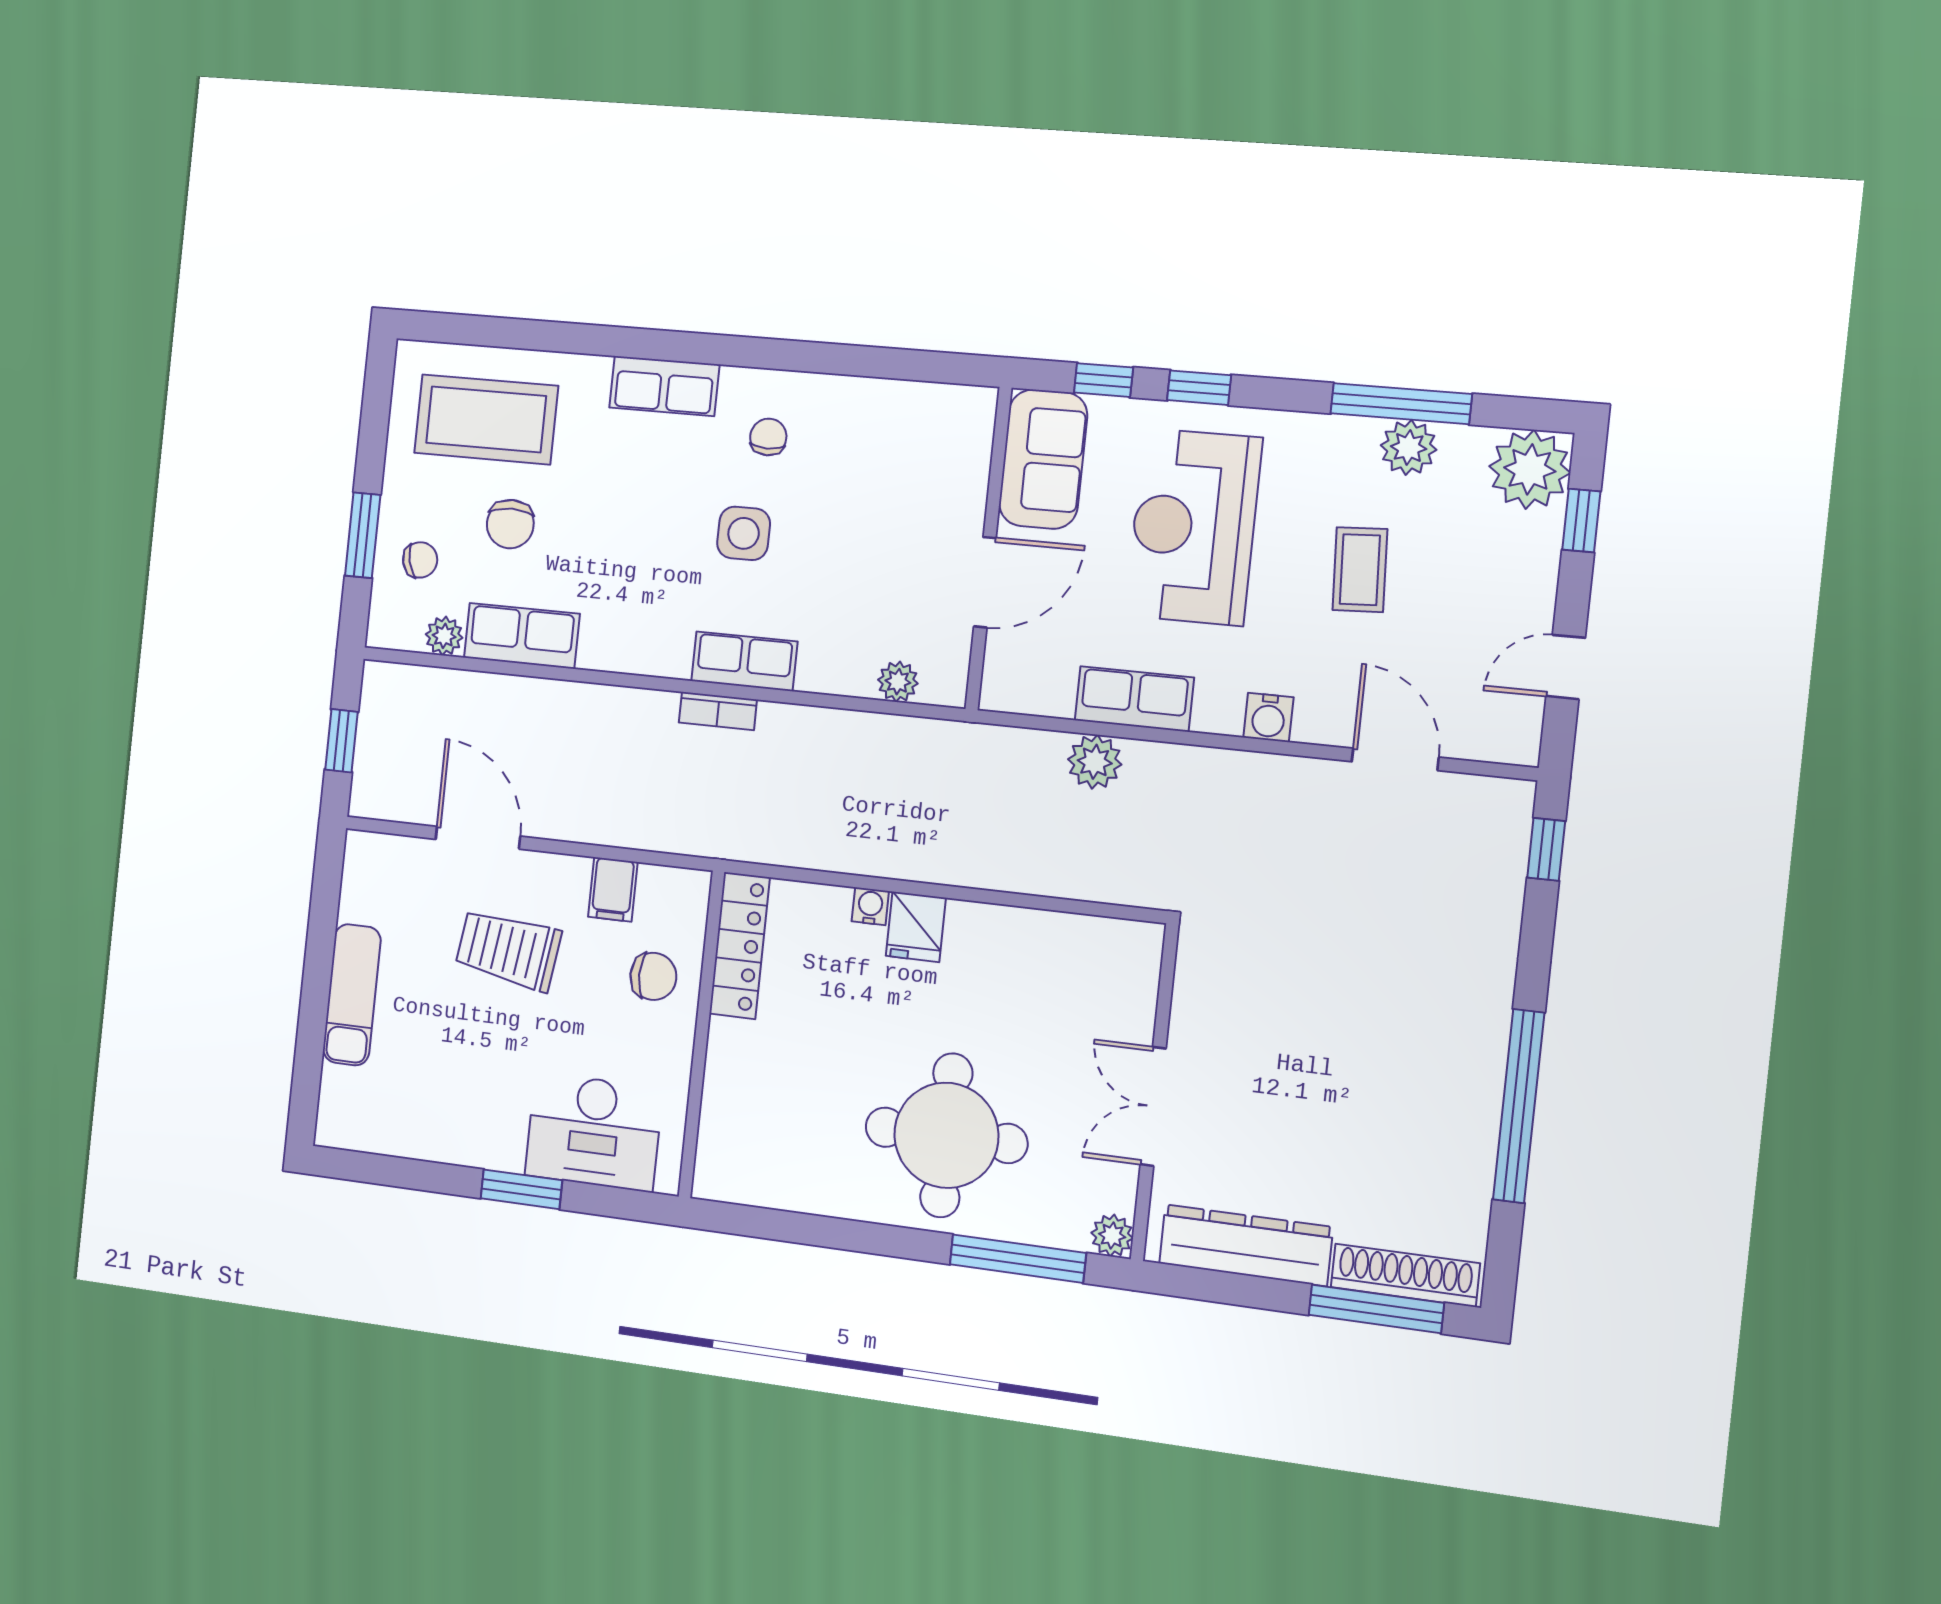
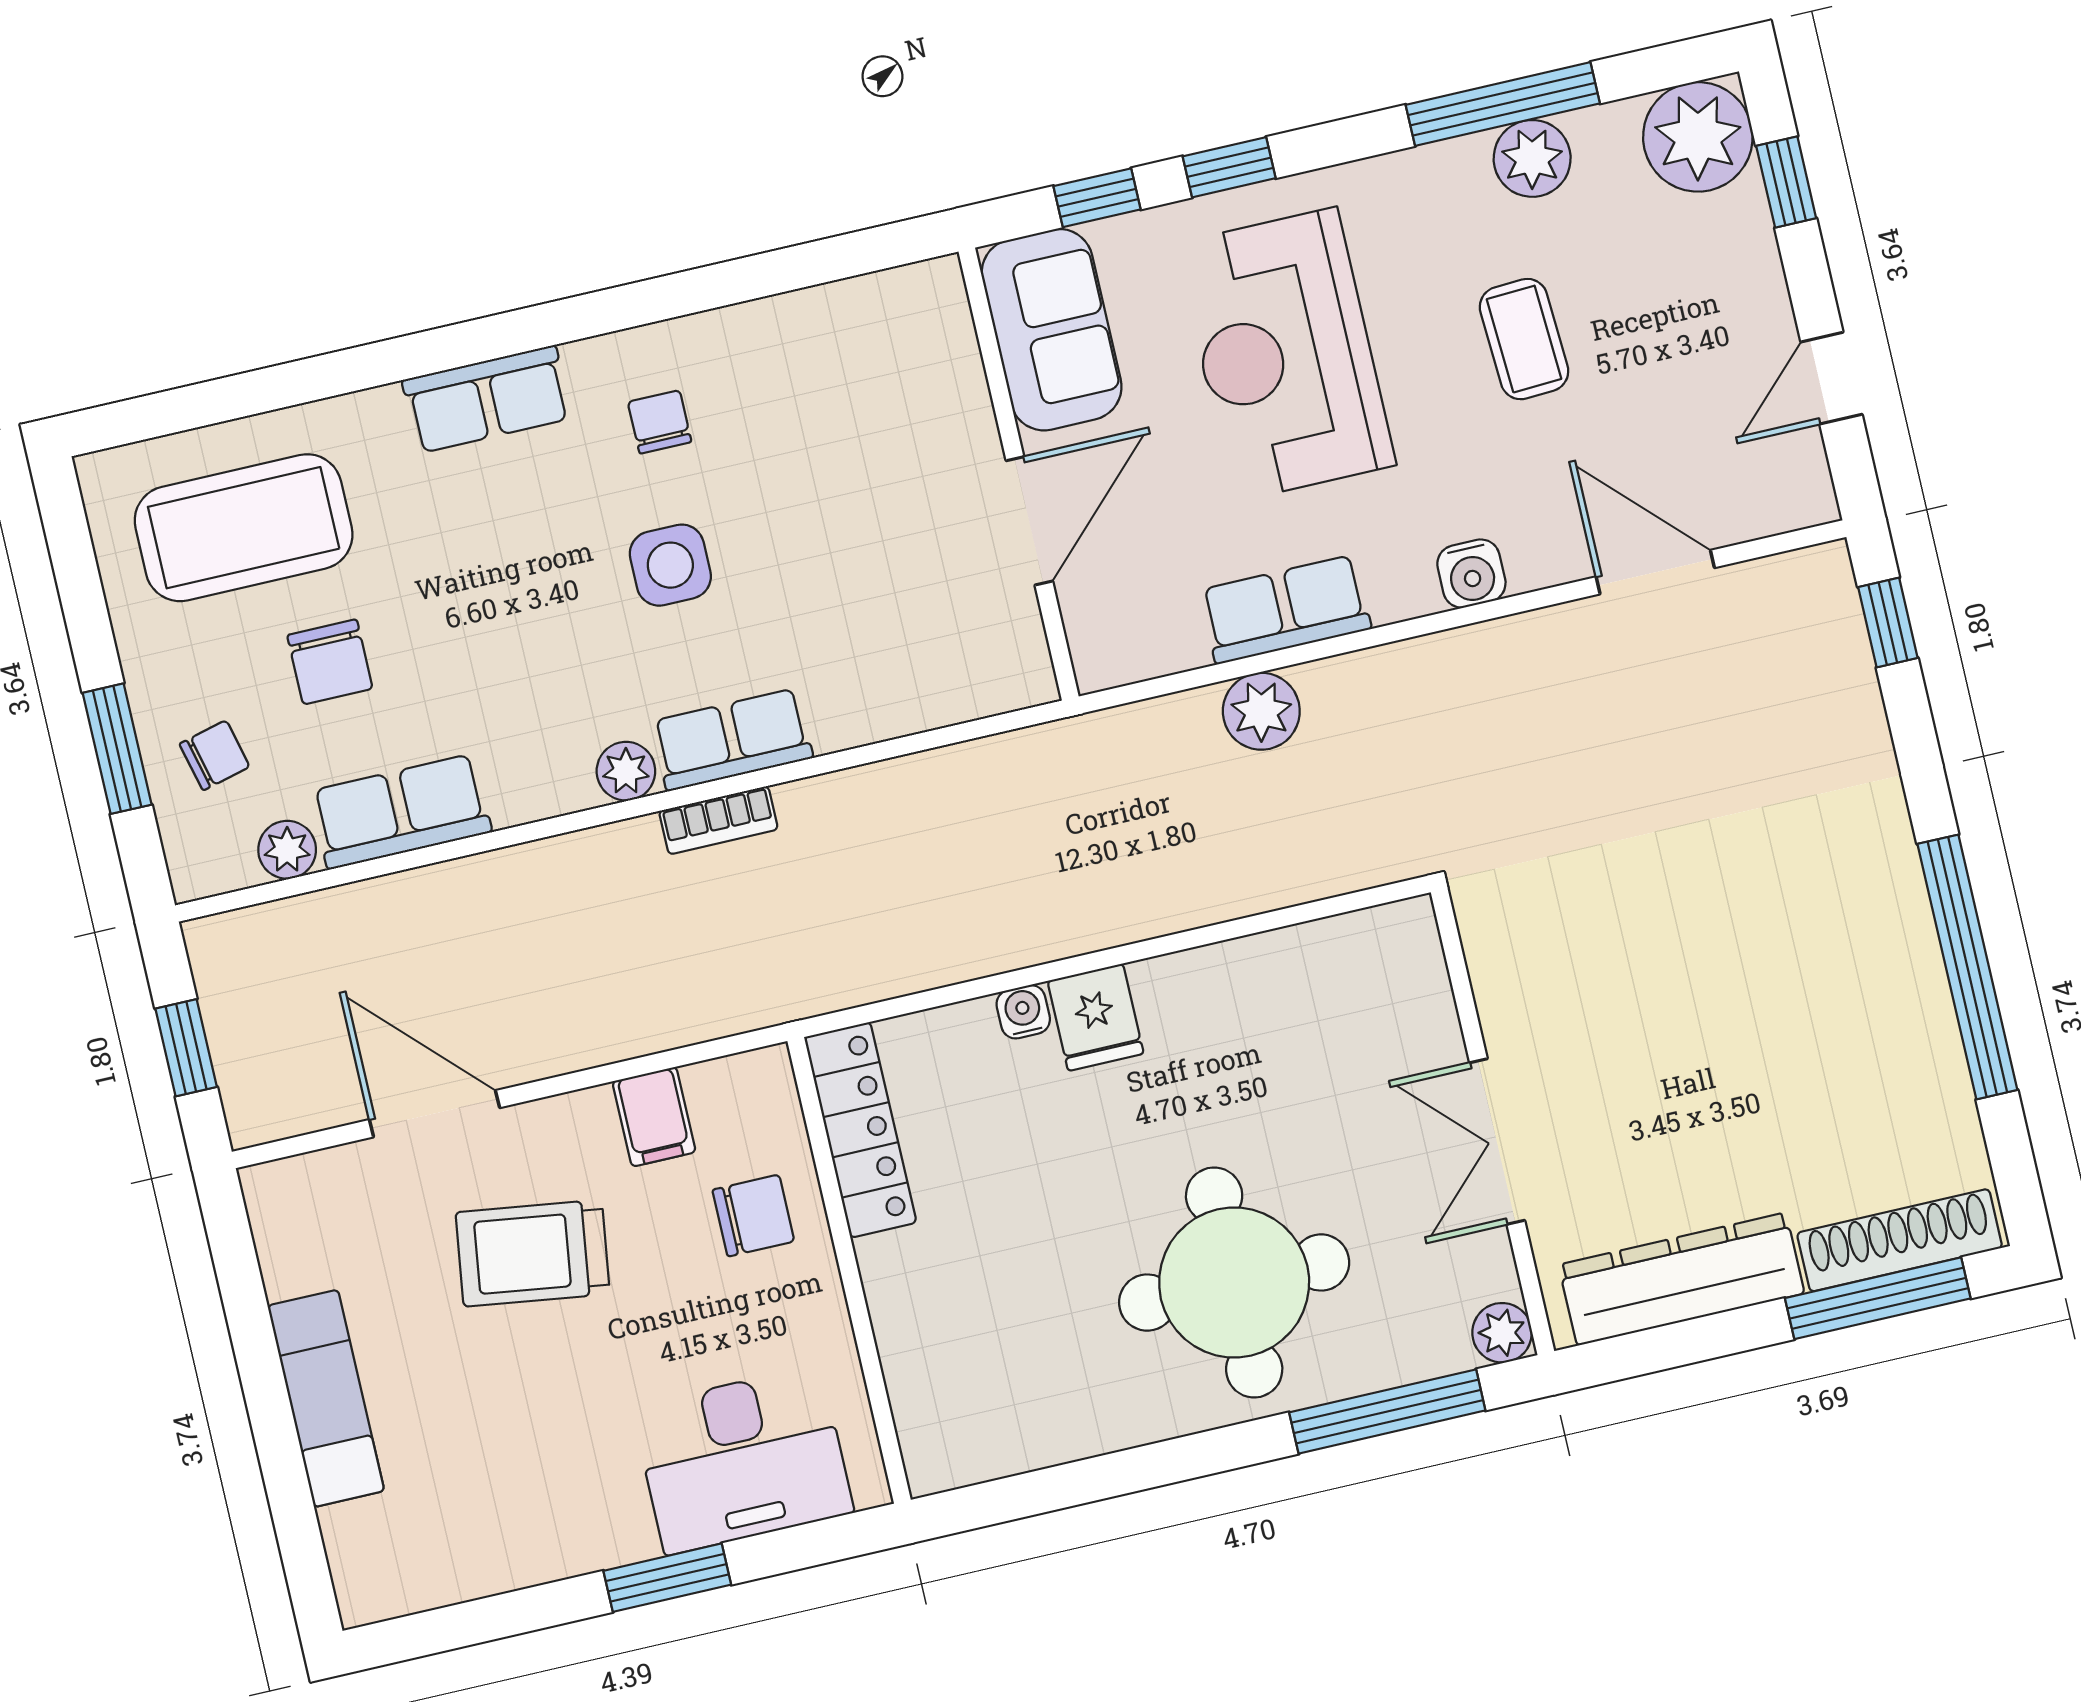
plant: (898, 682) -> (626, 771), moved

